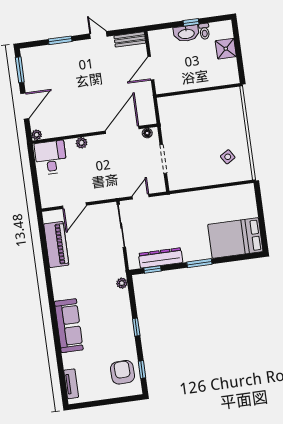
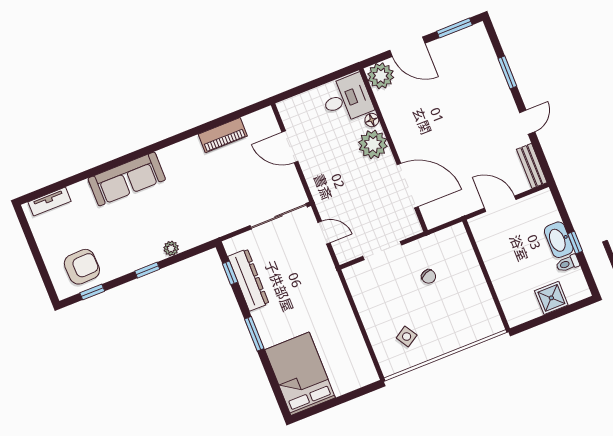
chair: (189, 131) -> (429, 276), added
floor lamp: (147, 133) -> (372, 120), moved
plant: (37, 135) -> (381, 76), width x1.87, depth x1.87
plant: (82, 143) -> (373, 144), width x1.87, depth x1.87
piano: (56, 245) -> (223, 135), width x0.73, depth x0.75
plant: (122, 283) -> (171, 248), moved

